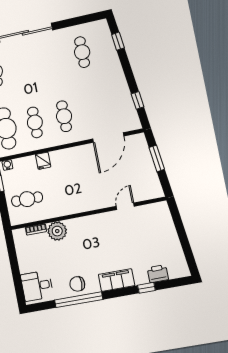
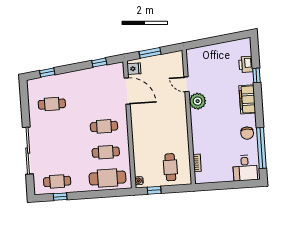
fridge: (43, 161) -> (134, 69), moved
plant: (57, 231) -> (198, 101), moved
window: (79, 300) -> (261, 148), moved

